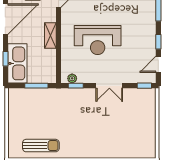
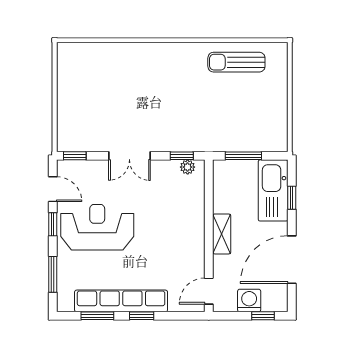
reception desk: (98, 40) -> (97, 227), moved
door: (158, 64) -> (53, 189), hinge flipped
double door: (109, 86) -> (129, 156), swing flipped

